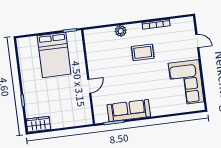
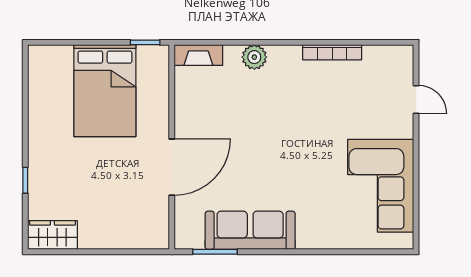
fireplace: (95, 33) -> (198, 55), added
rug: (143, 52) -> (296, 109), removed
door: (89, 86) -> (172, 167), width x1.88

